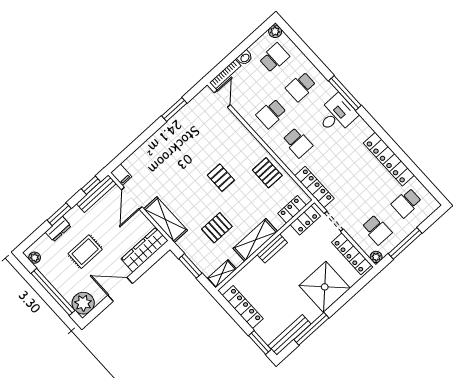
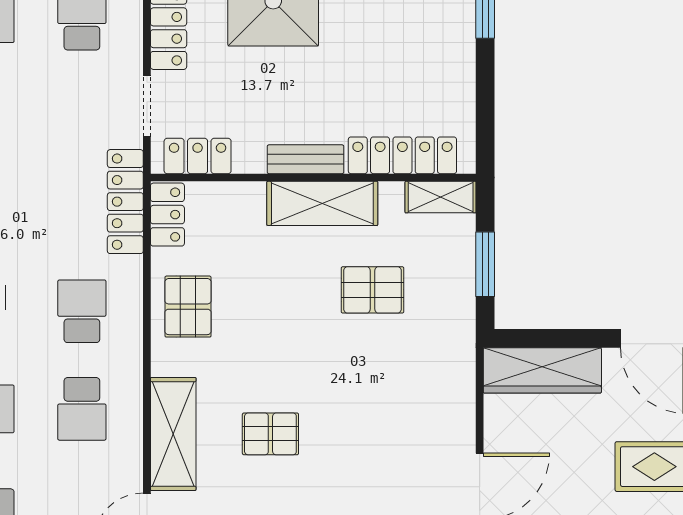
school desk: (271, 114) -> (82, 409), turned 90
pallet: (221, 178) -> (270, 434), moved, turned 90
locker: (292, 209) -> (167, 215), moved, turned -90
shelving: (166, 220) -> (173, 434), moved
locker: (243, 307) -> (402, 155), moved, turned 90

